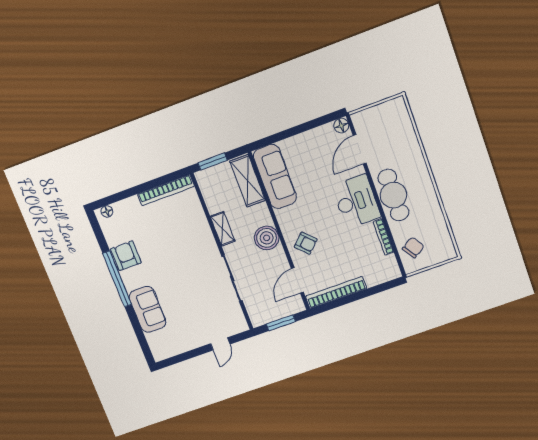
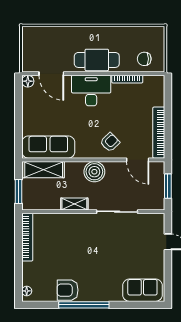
chair: (413, 247) -> (144, 59), turned -57
sofa: (148, 309) -> (142, 290), moved

